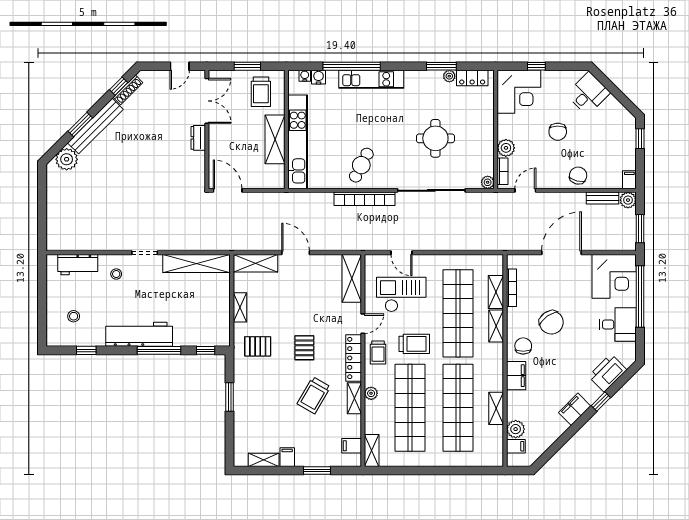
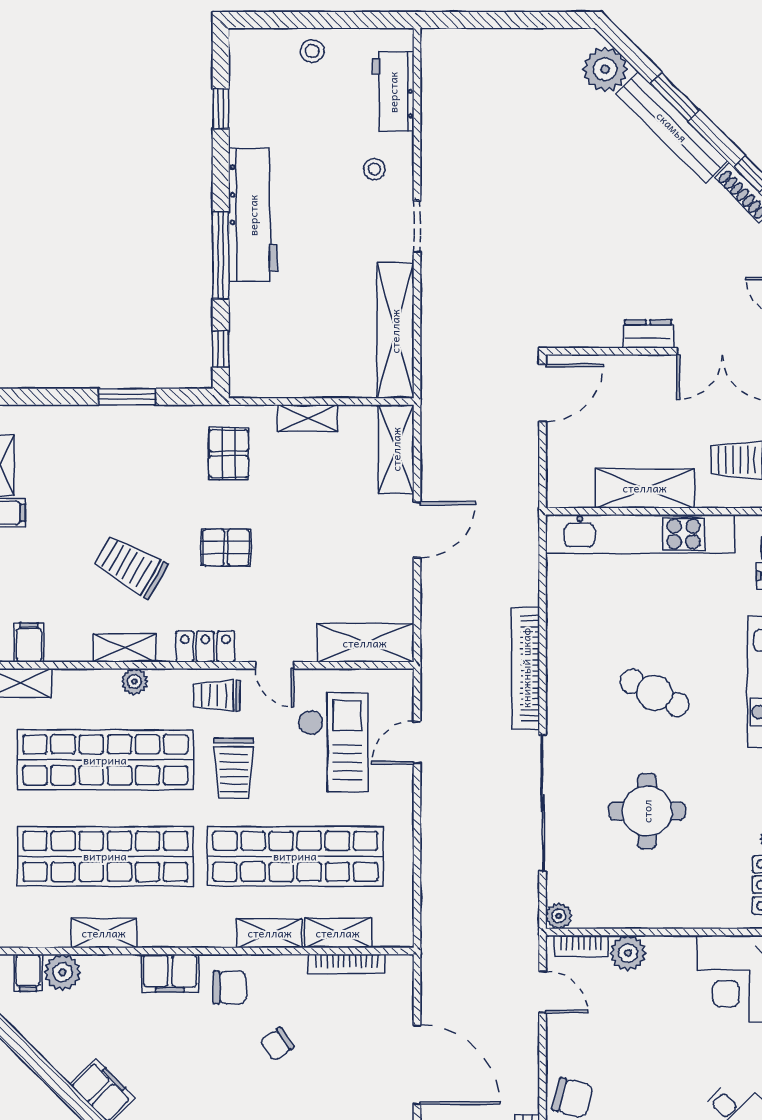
chair: (558, 132) -> (660, 1057), removed
cafe table: (361, 165) -> (655, 693), moved
stool: (74, 316) -> (312, 51), moved
chair: (551, 322) -> (277, 1044), width x0.54, depth x0.54
locker: (354, 358) -> (205, 646), width x0.66

